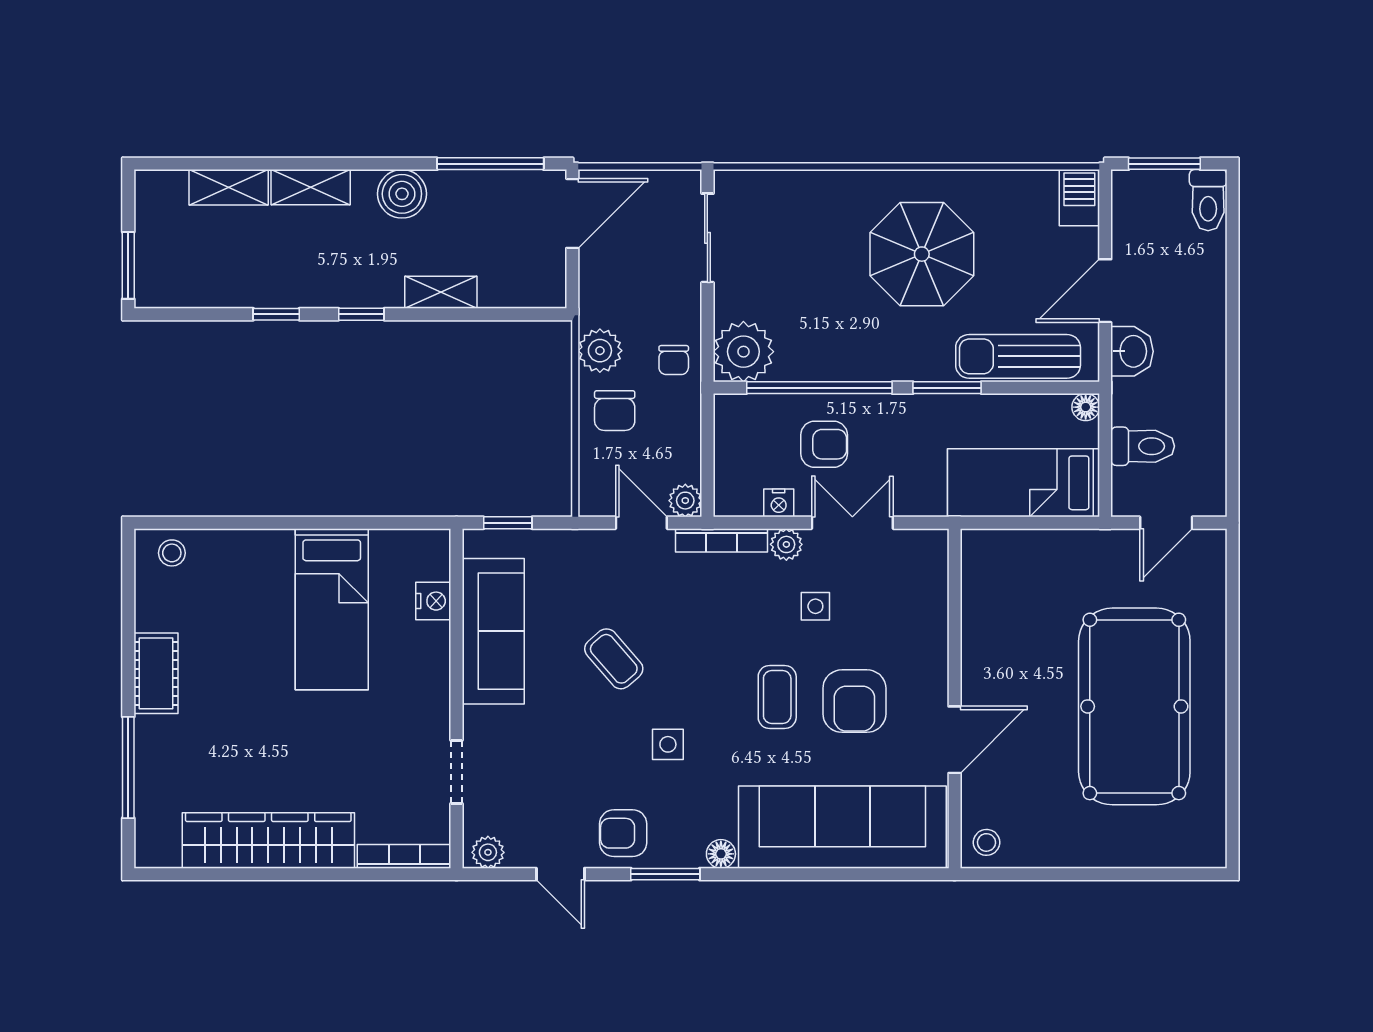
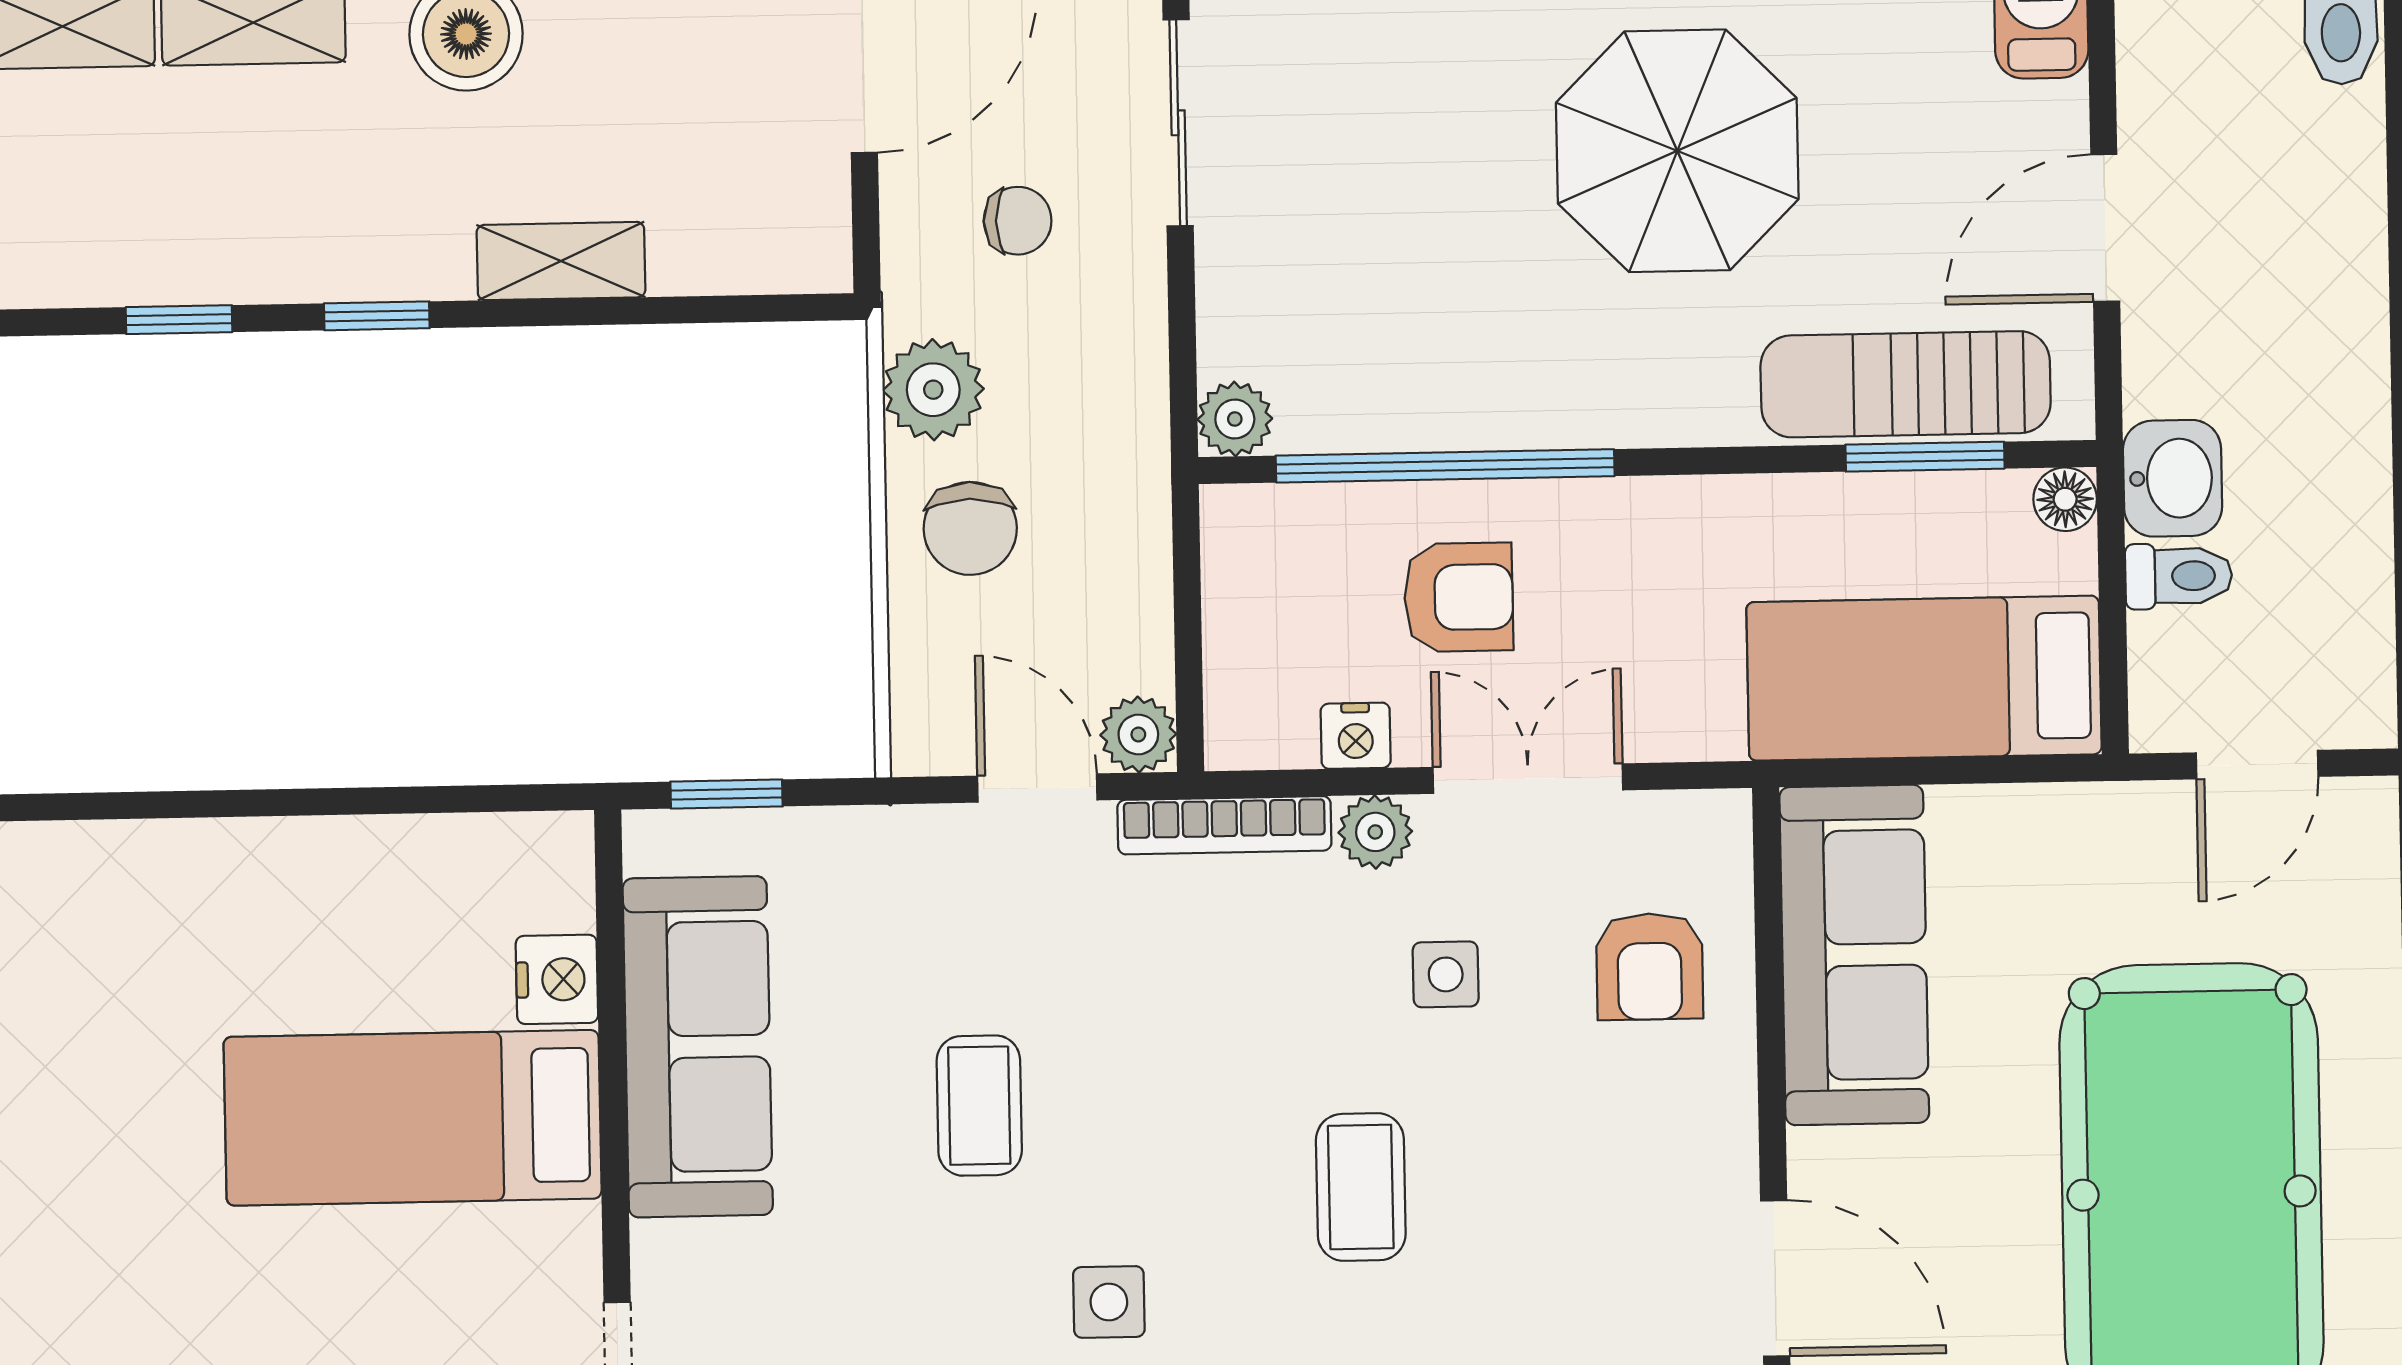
washbasin: (1132, 351) -> (2173, 478), moved
plant: (743, 352) -> (1235, 419), width x0.53, depth x0.53
chair: (674, 360) -> (1018, 221), moved, turned -90
window: (947, 388) -> (1925, 457), moved
toilet: (1143, 446) -> (2179, 576), width x0.73, depth x0.72
sofa: (991, 601) -> (1854, 955), added
bed: (332, 609) -> (413, 1118), moved, turned 90
coffee table: (614, 659) -> (979, 1106), turned 41
armchair: (854, 701) -> (1650, 966), moved, width x0.72, depth x0.72
door: (955, 740) -> (1775, 1278), hinge flipped

